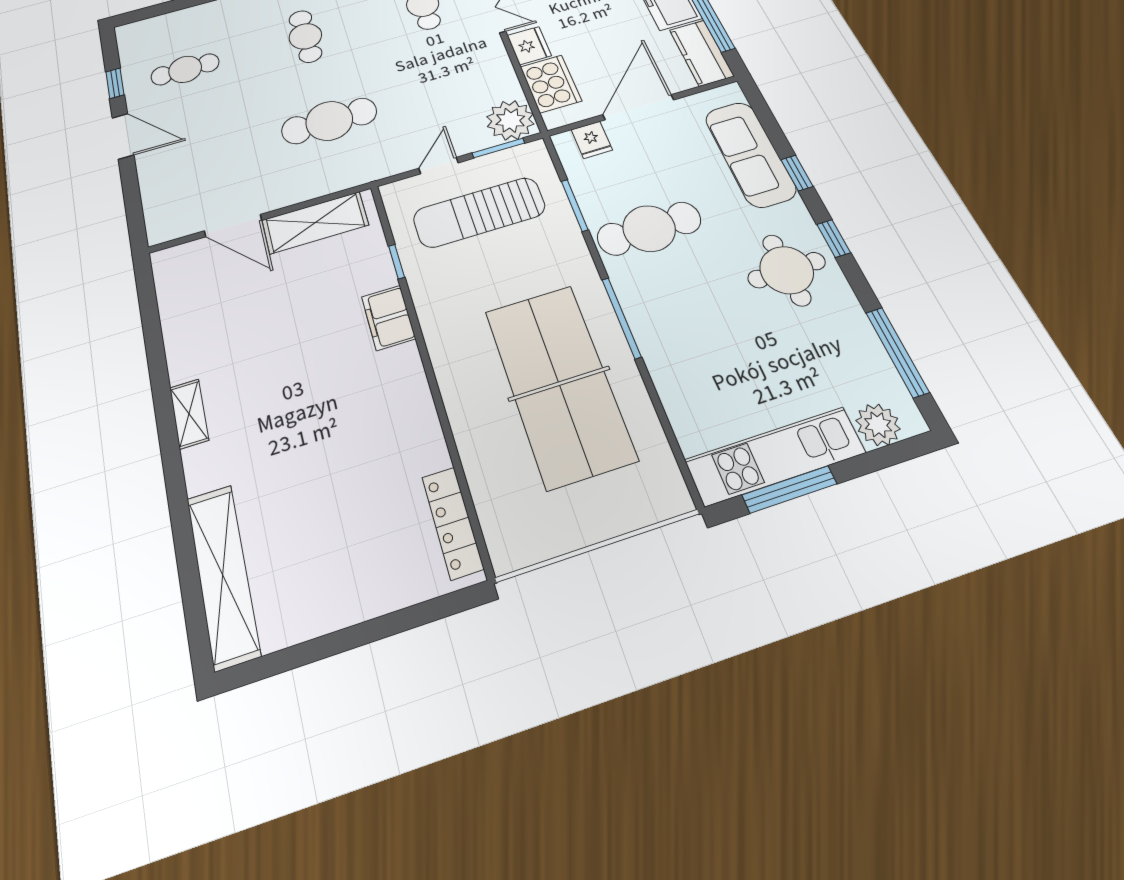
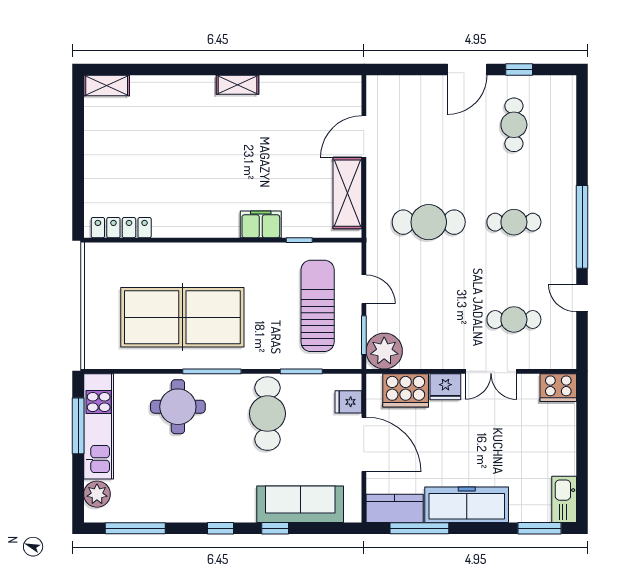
cafe table: (329, 121) -> (429, 222), turned 90
round table: (787, 270) -> (178, 407), moved
shelving: (223, 575) -> (107, 86), width x0.45, depth x0.75

